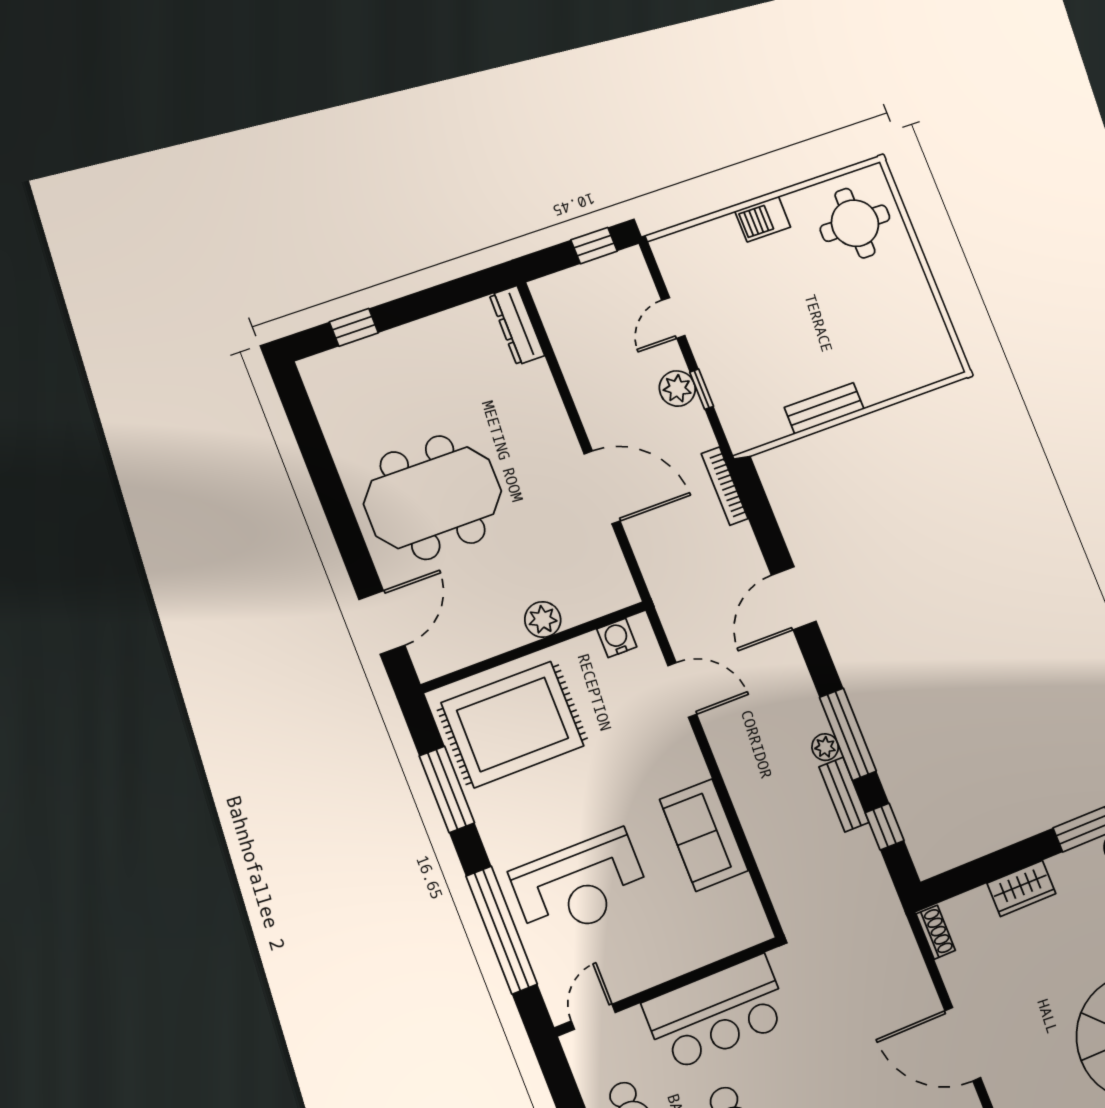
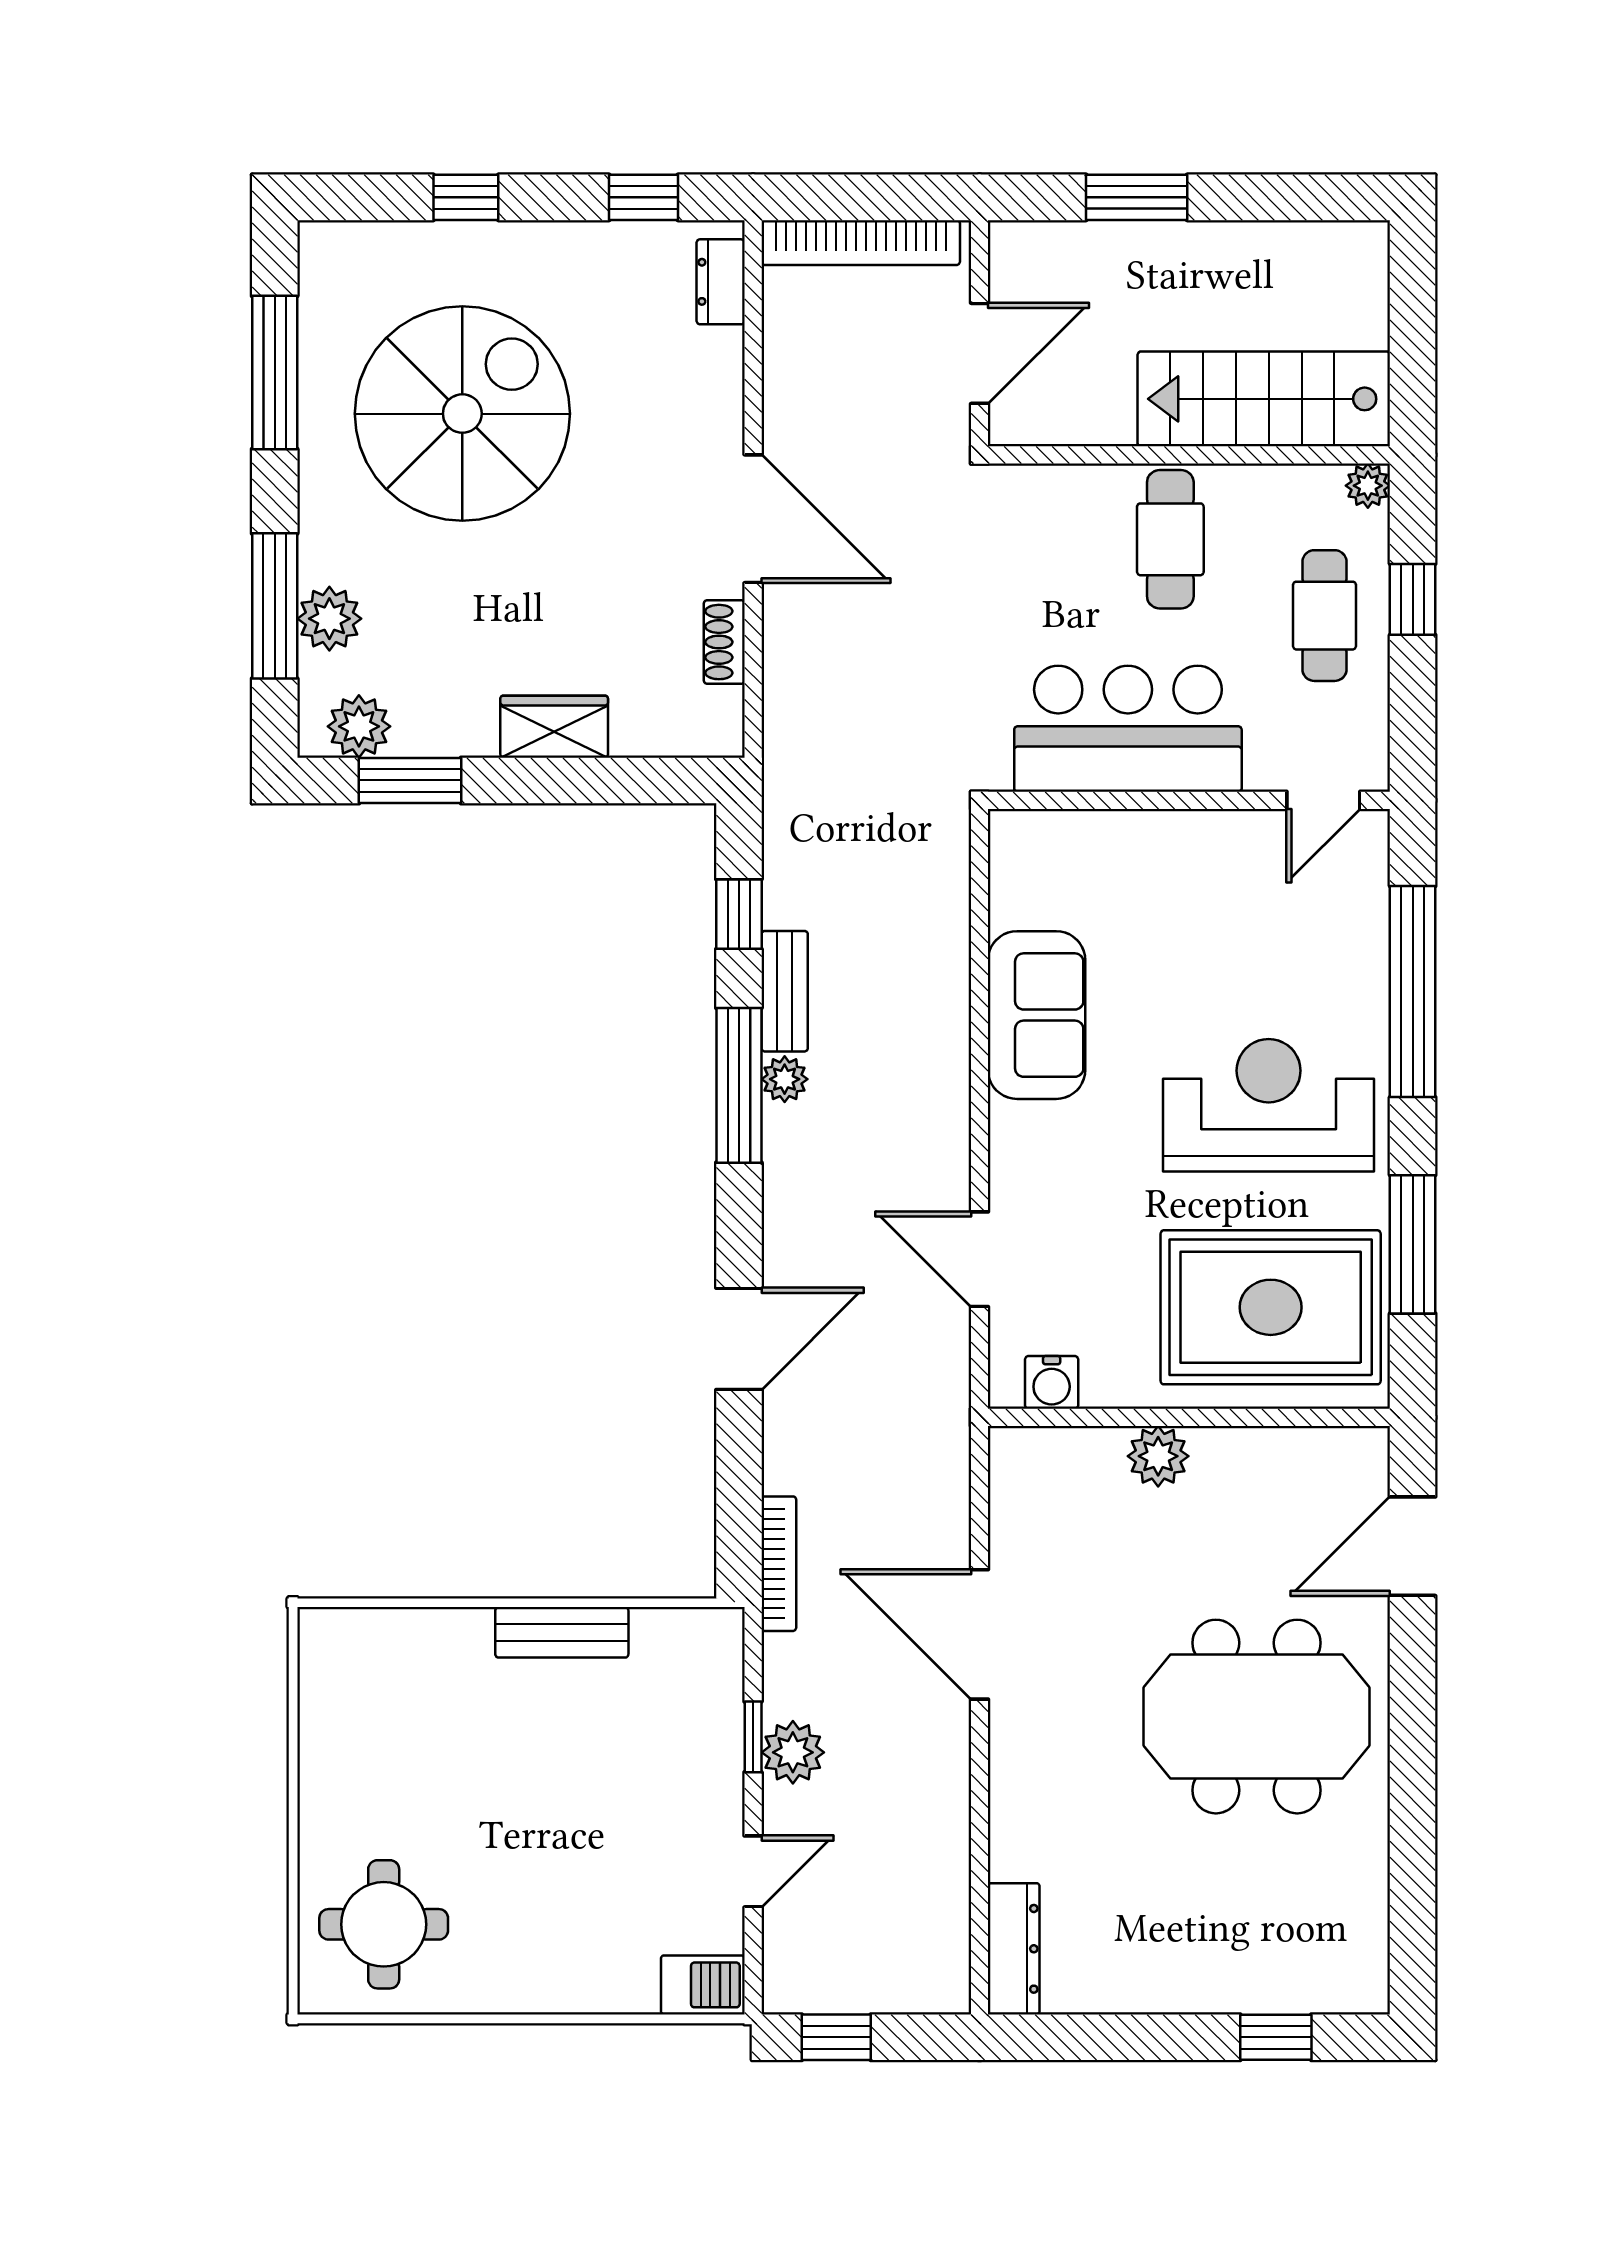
barbecue: (763, 219) -> (703, 1985), moved
reception desk: (580, 885) -> (1269, 1105), moved
shoe rack: (936, 932) -> (724, 642), moved

